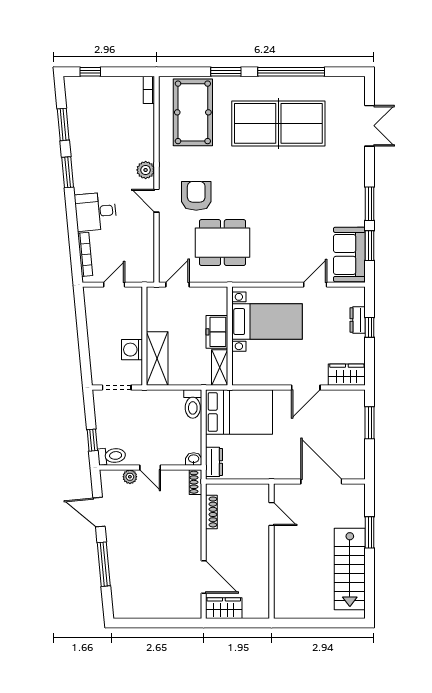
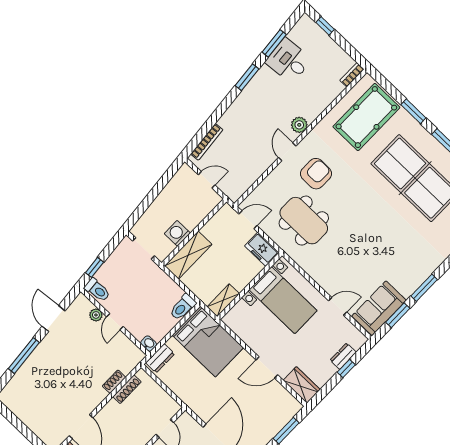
desk: (96, 212) -> (289, 61), moved
freezer: (217, 332) -> (262, 249), moved, turned -90
shoe rack: (195, 482) -> (114, 382), moved

